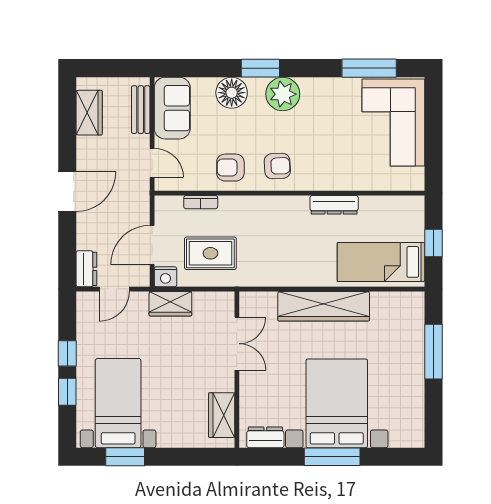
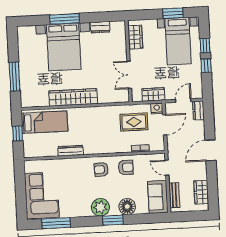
double door: (237, 344) -> (129, 75), moved
wall: (237, 370) -> (129, 61), moved
wardrobe: (222, 415) -> (135, 37), moved

